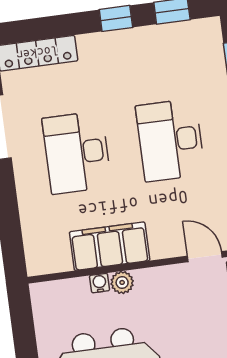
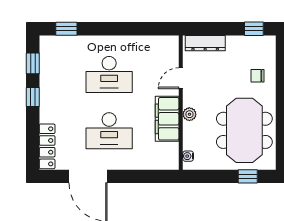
door: (205, 257) -> (181, 78), moved
water cooler: (100, 283) -> (188, 156), moved

